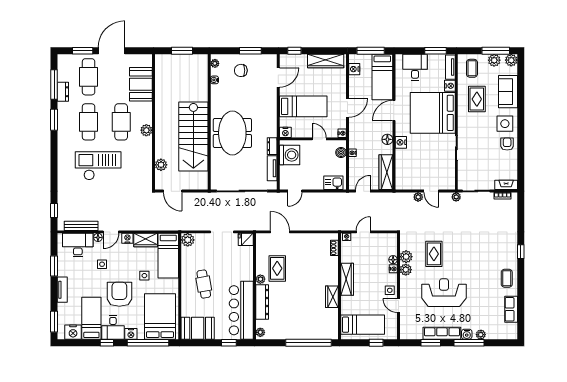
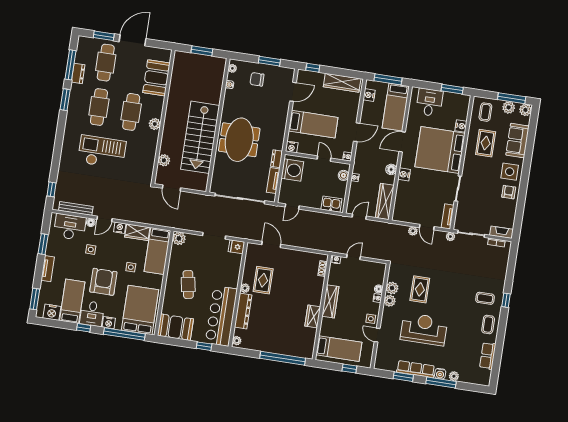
tv unit: (450, 67) -> (448, 217), moved
coffee table: (500, 253) -> (485, 298), added

